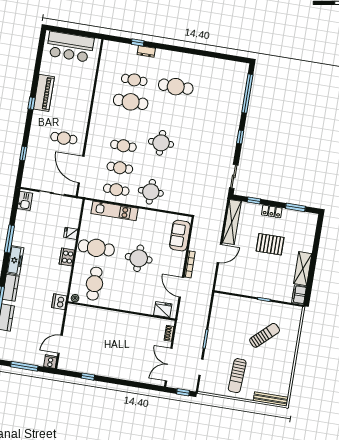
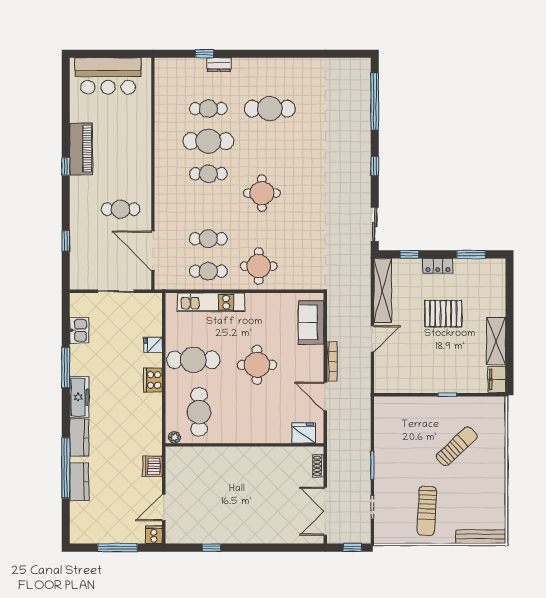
cafe table: (123, 146) -> (208, 174), moved
kitchen sink: (25, 201) -> (79, 330), moved
dishwasher: (59, 302) -> (153, 466), moved

